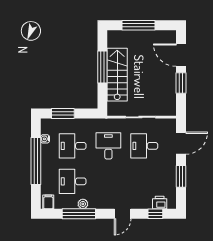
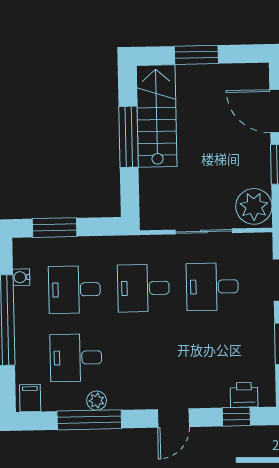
window: (139, 25) -> (196, 55), width x0.69
stairs: (117, 75) -> (157, 116), moved
plant: (167, 105) -> (254, 206), added
desk: (108, 146) -> (143, 288), turned -90

